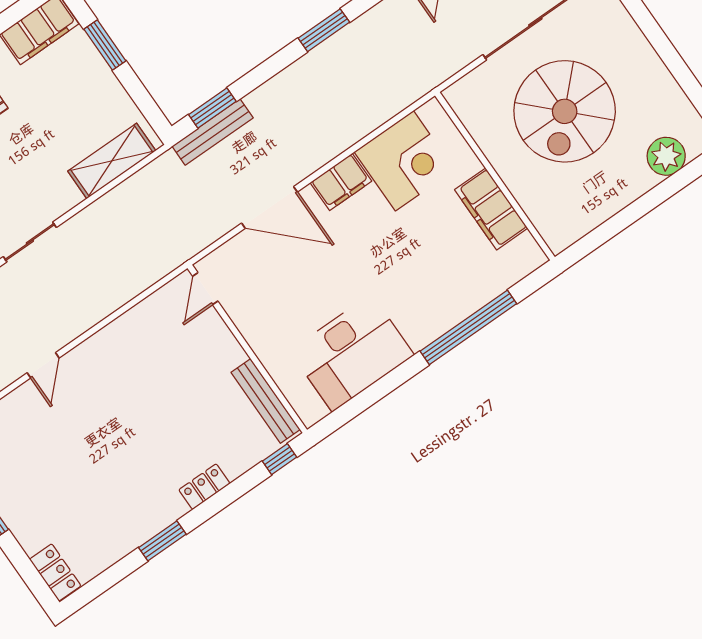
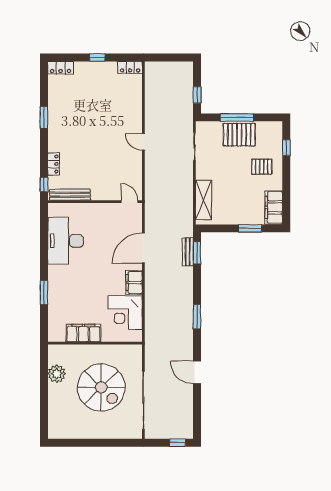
spiral stairs: (565, 111) -> (101, 387), turned 180
bench: (213, 132) -> (188, 252), width x0.73
plant: (666, 156) -> (57, 374), moved
window: (468, 327) -> (44, 292), width x0.47
door: (43, 365) -> (143, 142), moved
locker: (204, 487) -> (54, 164), moved

